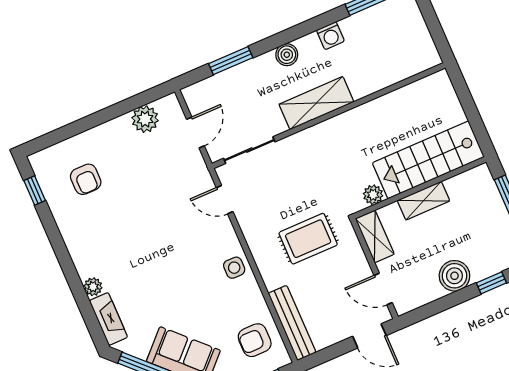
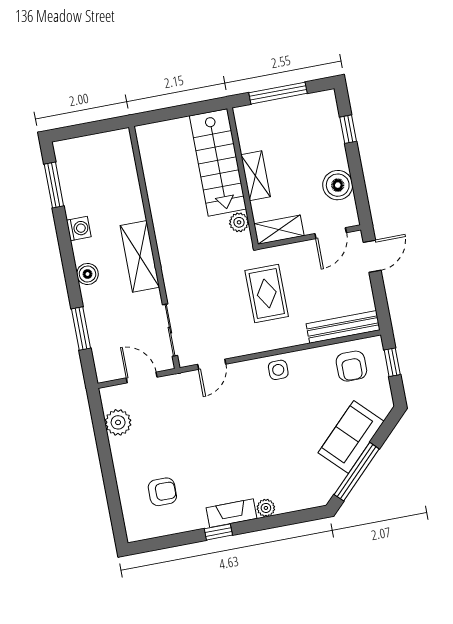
window: (35, 190) -> (218, 532), moved
boiler: (454, 276) -> (338, 185), moved
fireplace: (108, 319) -> (232, 513), moved

